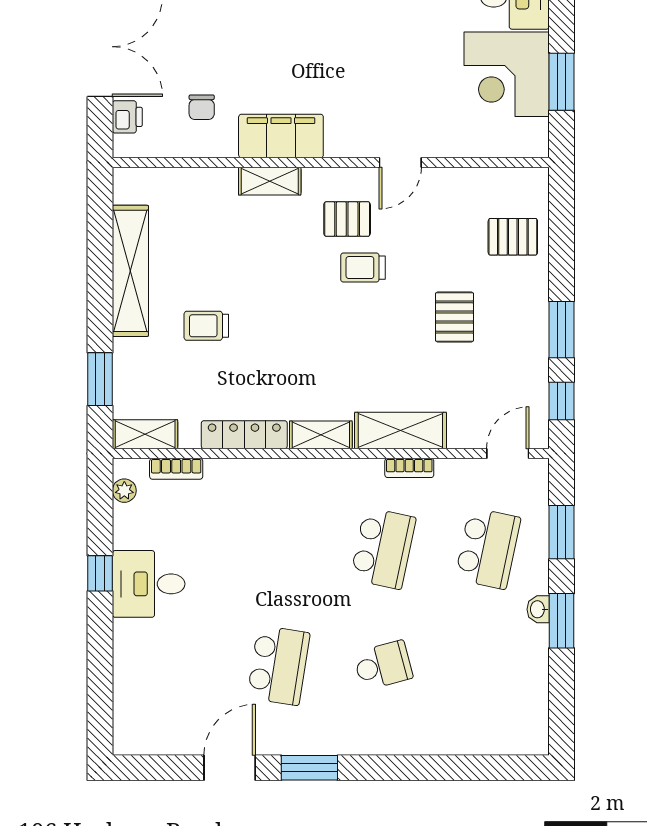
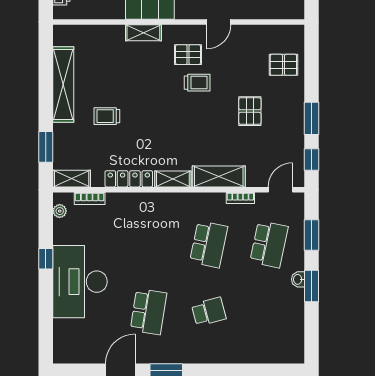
trolley: (363, 268) -> (197, 83), turned 180
bookcase: (409, 468) -> (240, 198), moved
desk: (149, 584) -> (80, 282), width x1.87, depth x1.30

